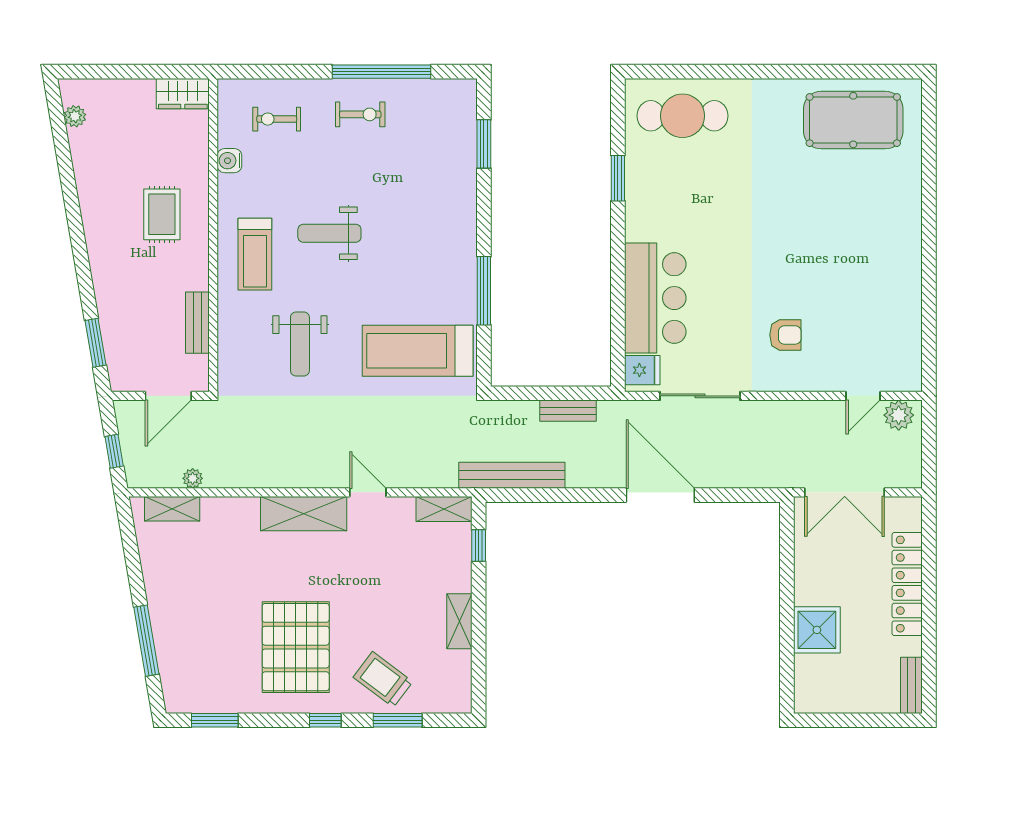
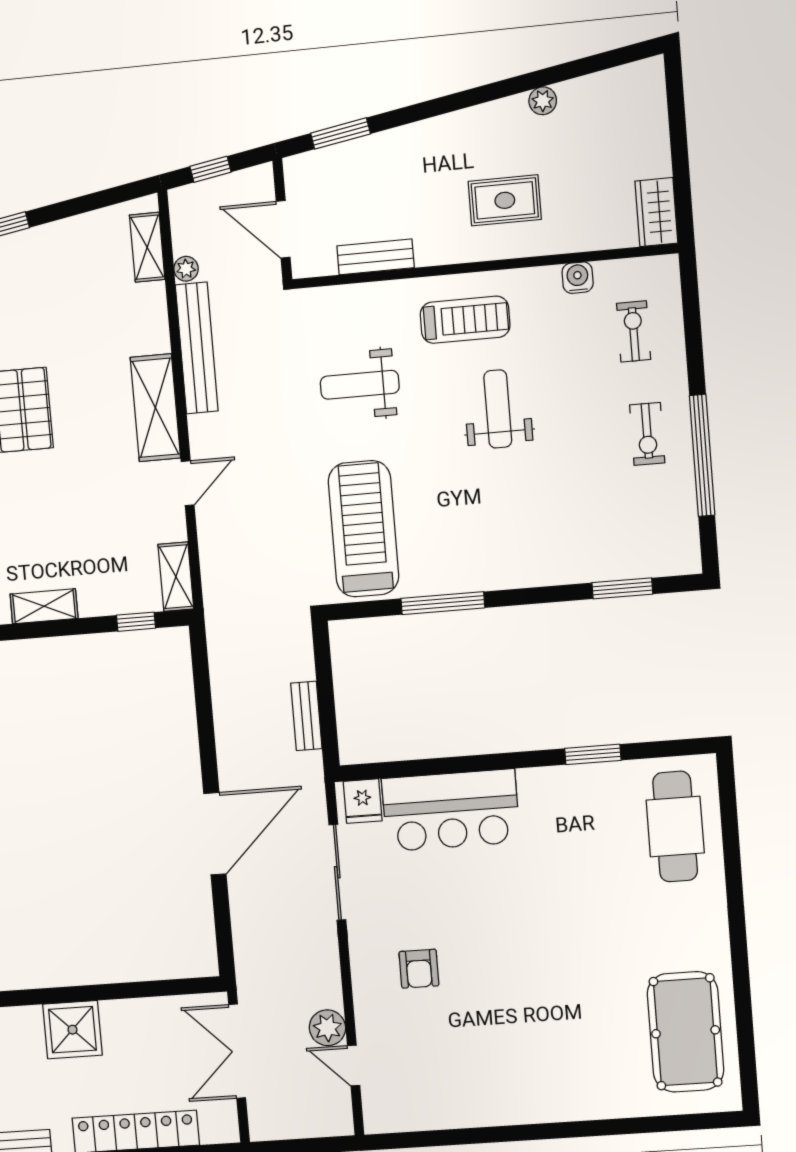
plant: (75, 116) -> (543, 101), moved
treadmill: (255, 254) -> (465, 320), turned 180
plant: (899, 415) -> (327, 1028), moved
bench: (512, 475) -> (197, 348), moved

